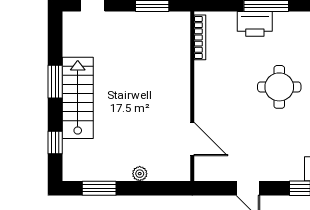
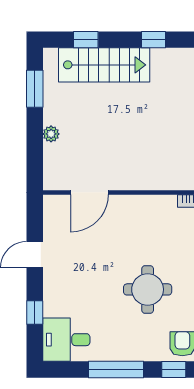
window: (55, 82) -> (153, 40), width x0.67
stairs: (78, 98) -> (104, 65), moved

